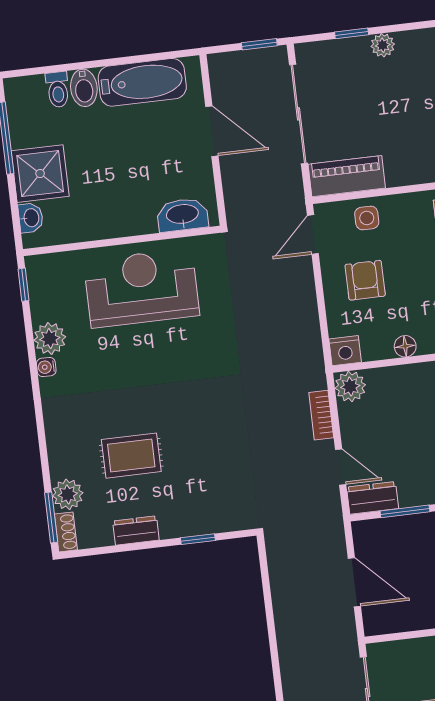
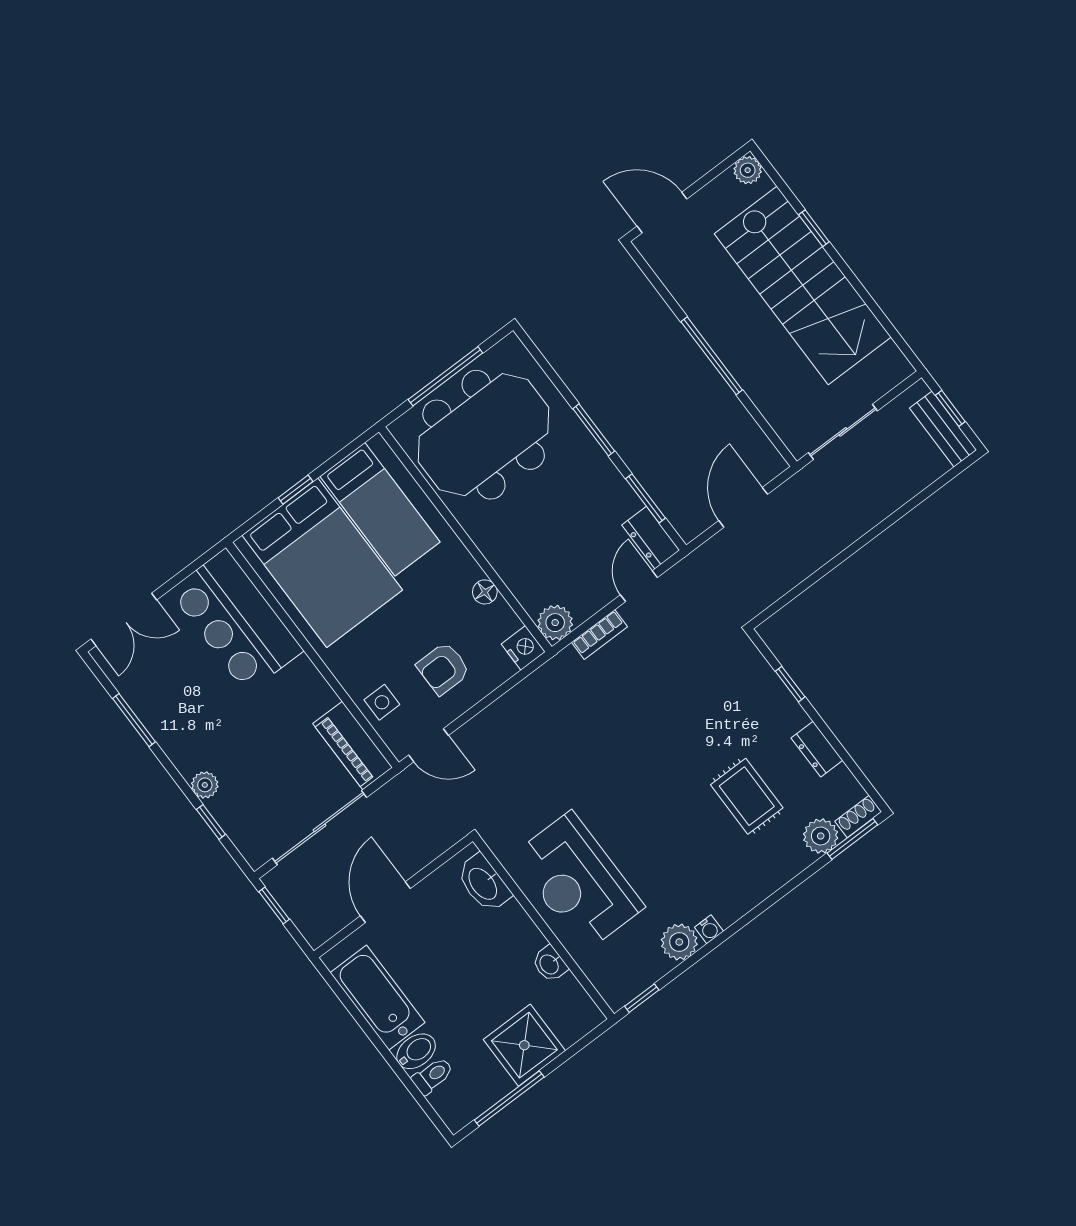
washbasin: (31, 218) -> (550, 964), moved, turned -90

